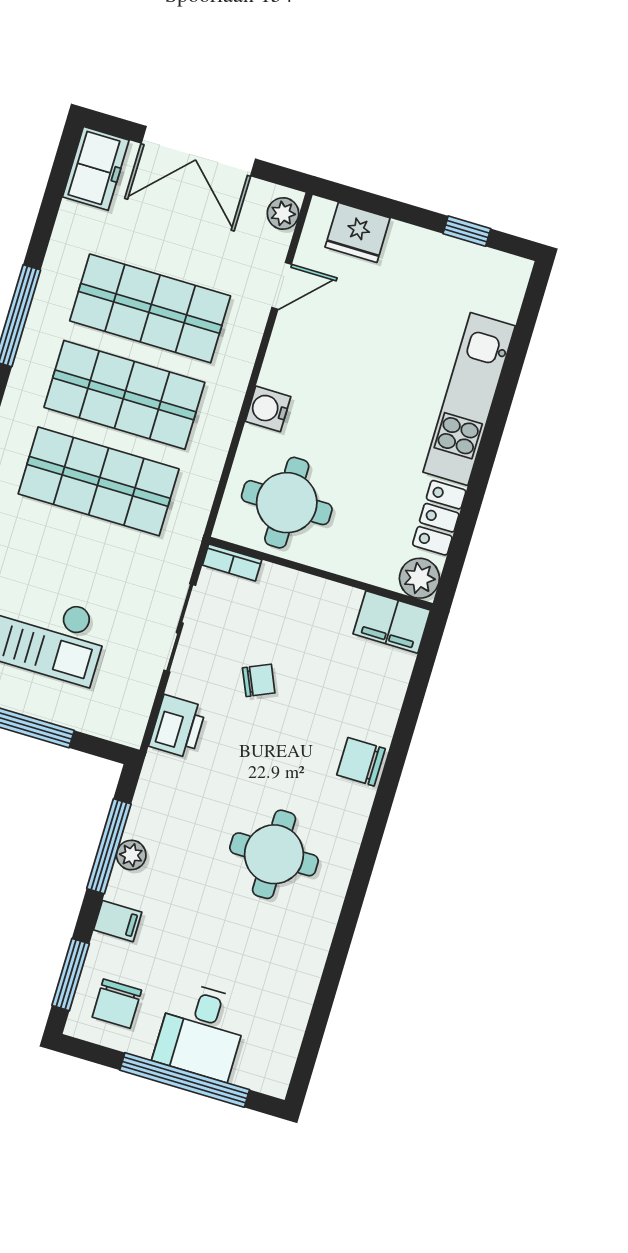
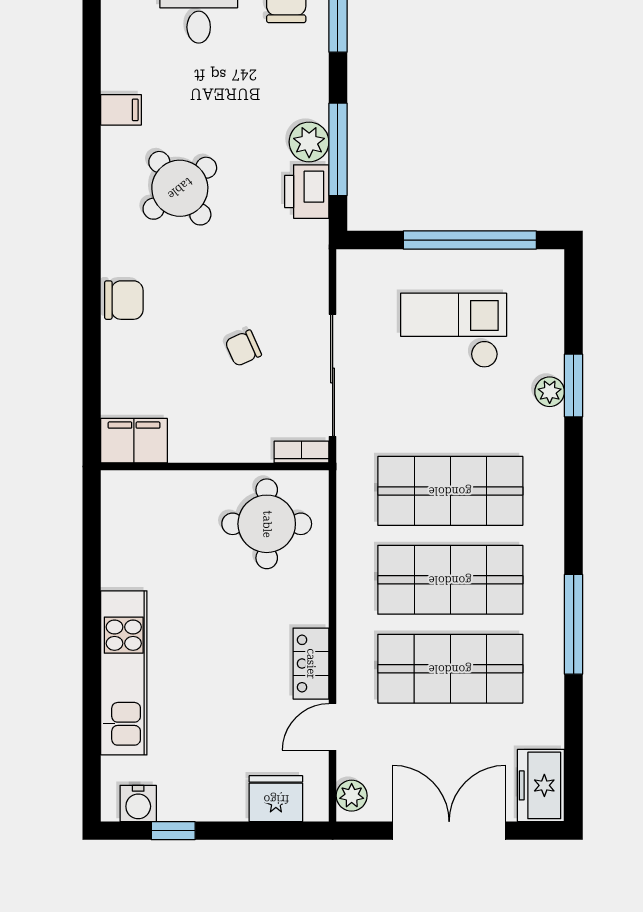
water cooler: (268, 409) -> (138, 803), moved, turned 90
locker: (439, 518) -> (311, 664), moved, turned 180
plant: (419, 578) -> (120, 490), removed
sliding door: (180, 628) -> (333, 375), width x1.37
printer: (178, 727) -> (307, 192), moved
round table: (274, 854) -> (180, 188), turned -38
plant: (131, 855) -> (309, 142), width x1.38, depth x1.38
filing cabinet: (118, 921) -> (121, 110), moved, turned 180

